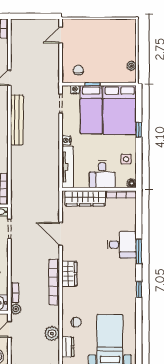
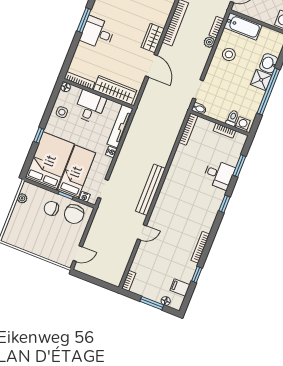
chair: (101, 67) -> (51, 208), added
chair: (78, 70) -> (74, 214), width x1.87, depth x1.87
wardrobe: (69, 274) -> (153, 38), moved
plant: (16, 309) -> (209, 42), moved

